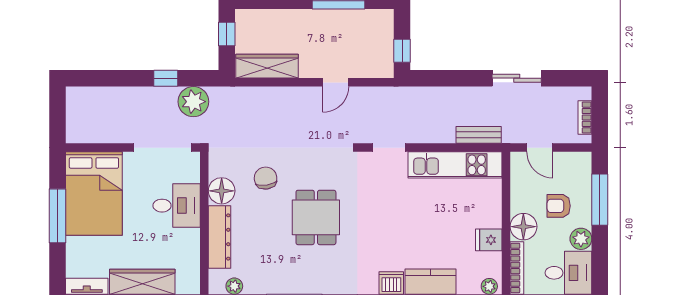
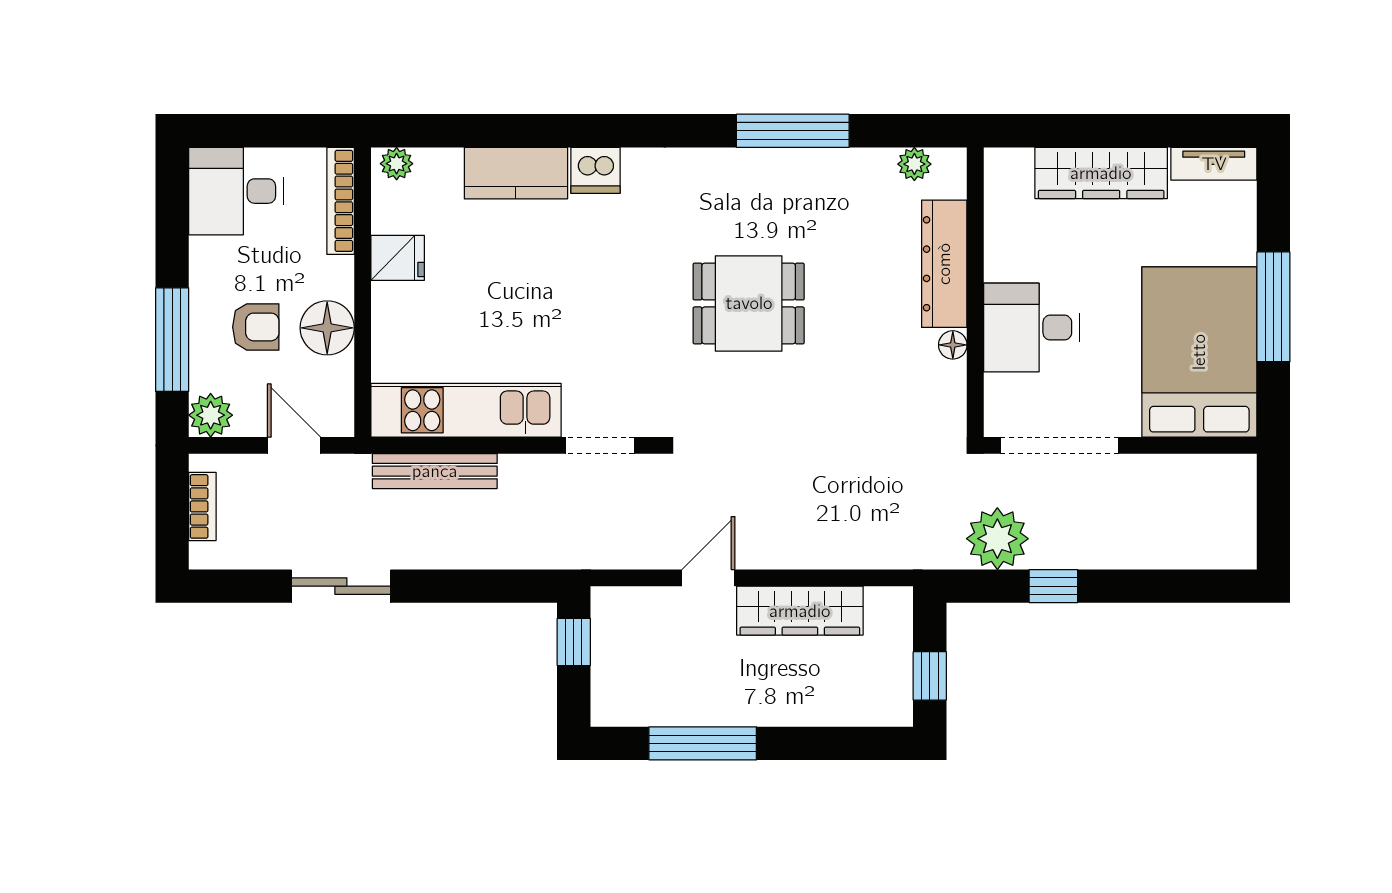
wardrobe: (267, 66) -> (800, 611), moved
bench: (479, 135) -> (435, 471), width x1.36
chair: (266, 178) -> (851, 383), removed
floor lamp: (222, 191) -> (953, 345), width x0.53, depth x0.53
dining table: (316, 217) -> (749, 303), turned 90
floor lamp: (523, 227) -> (327, 328), moved
plant: (581, 239) -> (211, 415), moved

